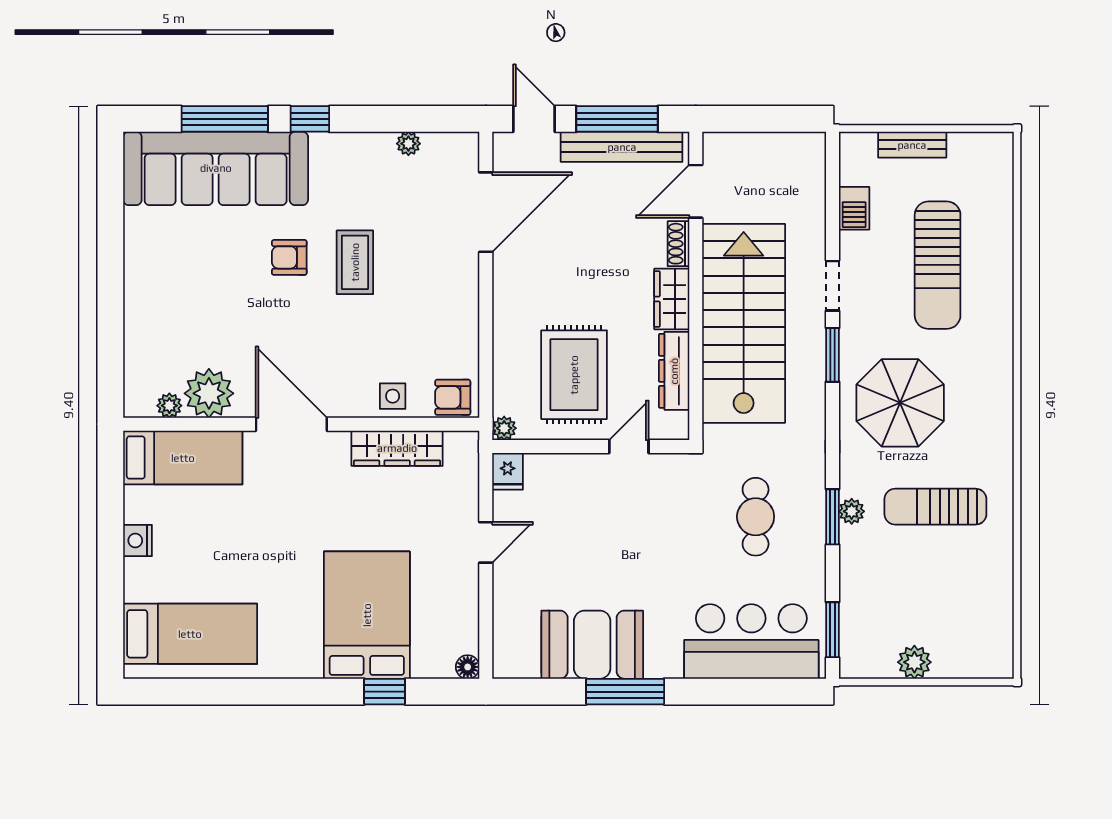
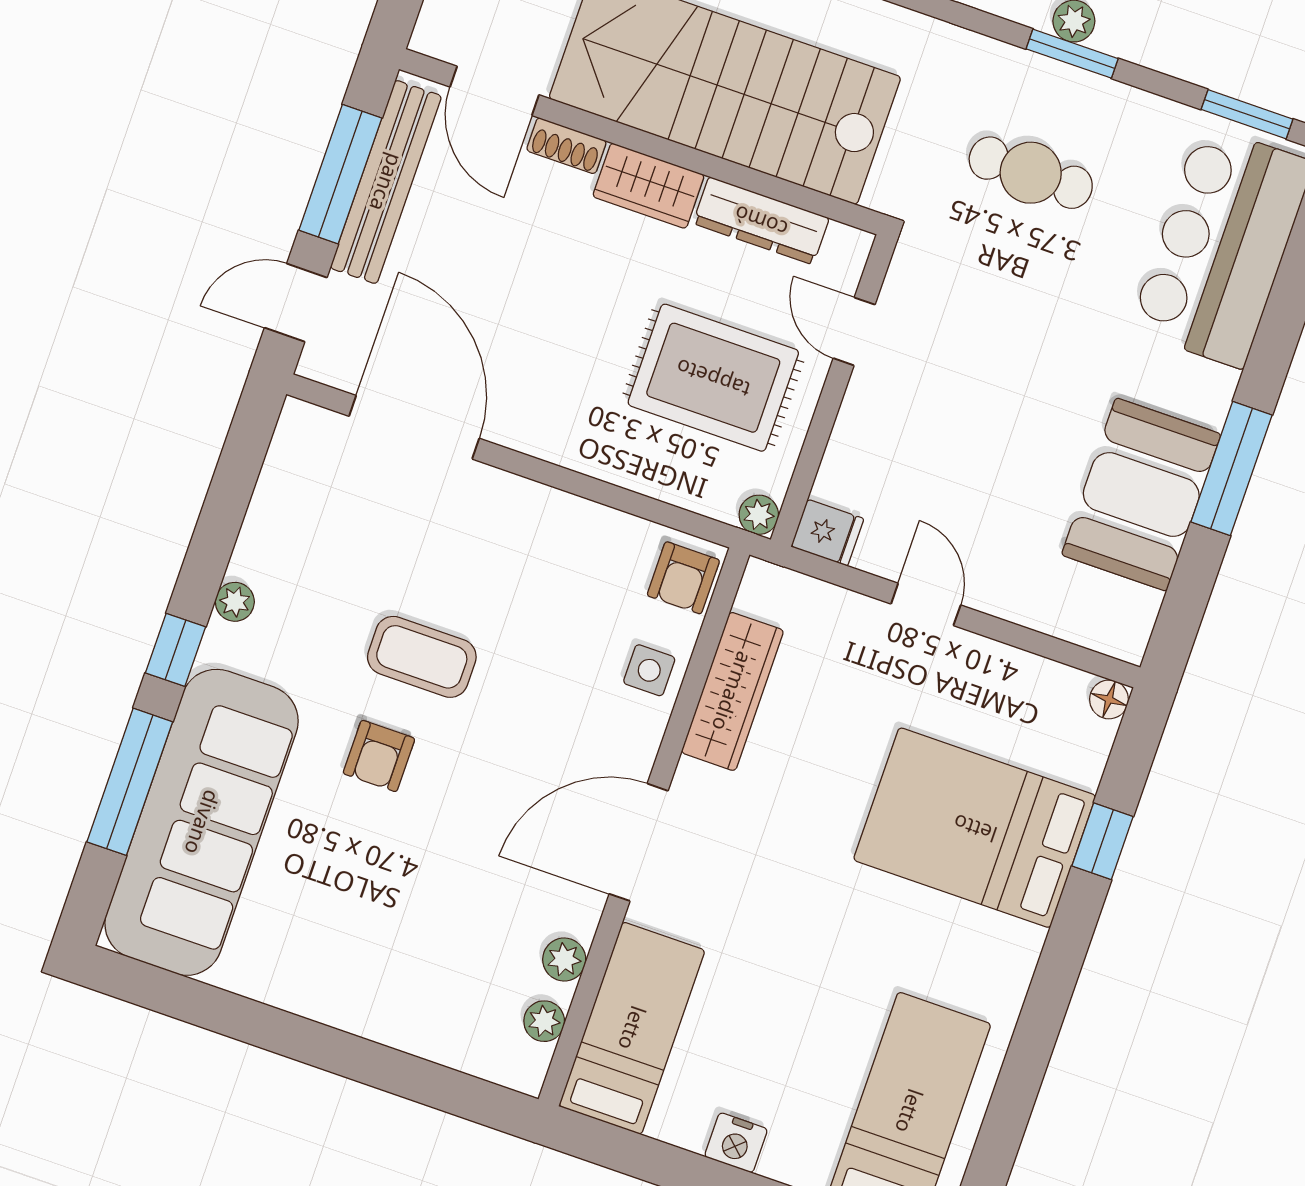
plant: (408, 144) -> (235, 602), moved
plant: (209, 393) -> (564, 960), width x0.53, depth x0.53

